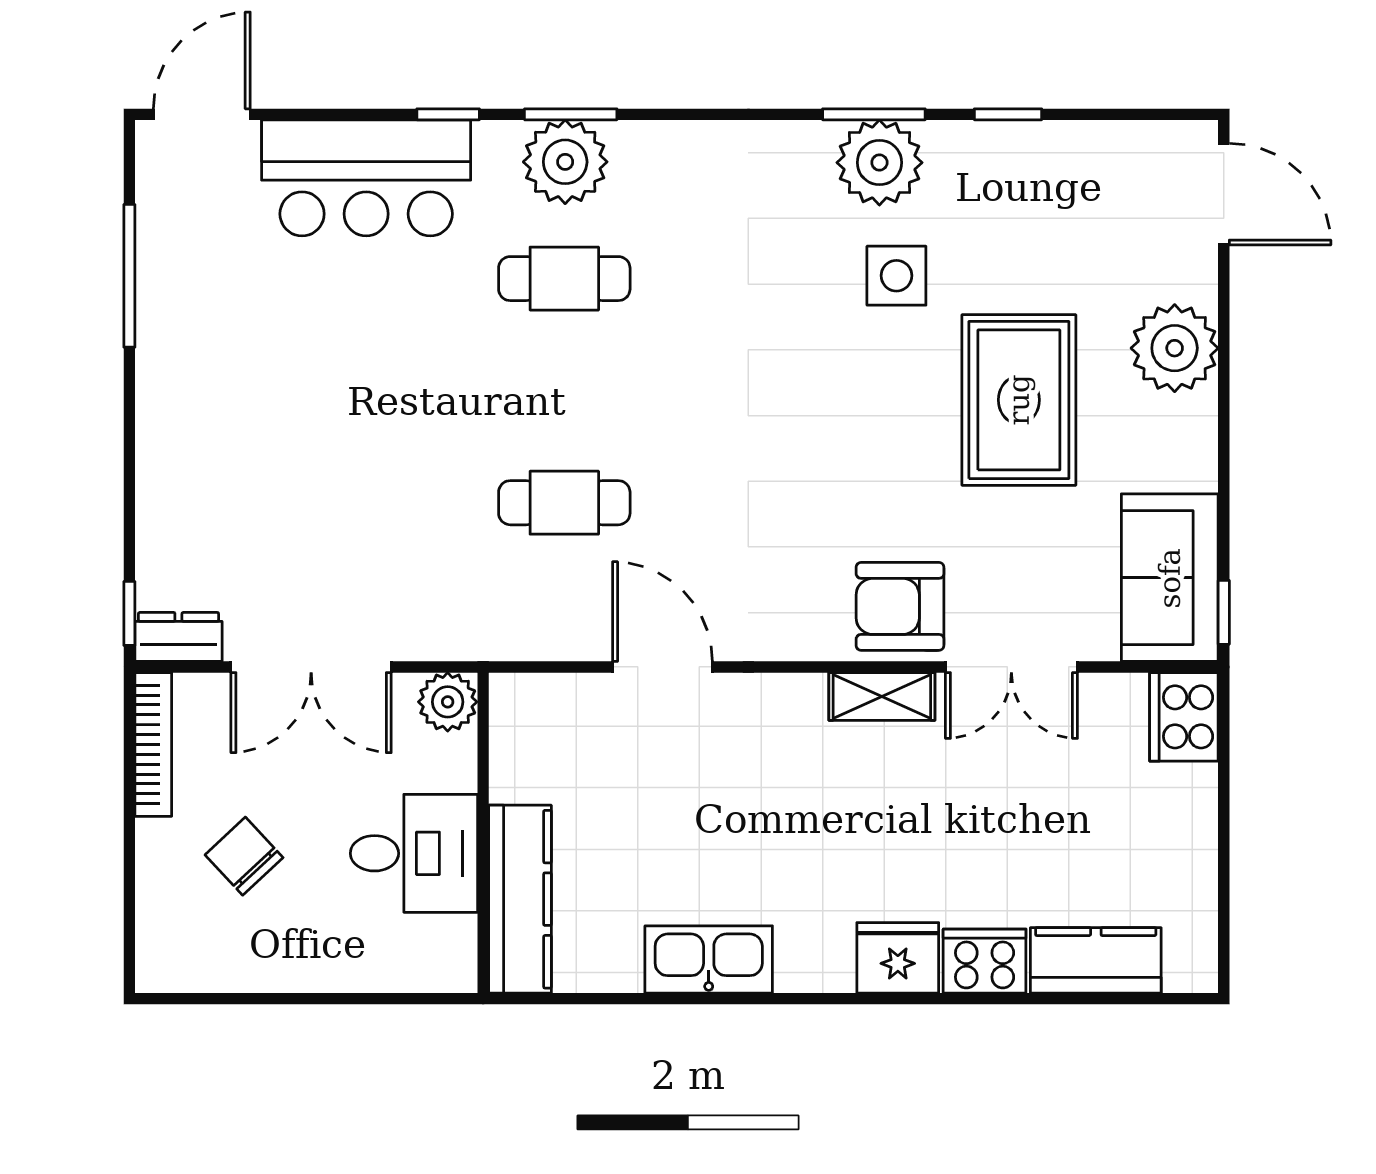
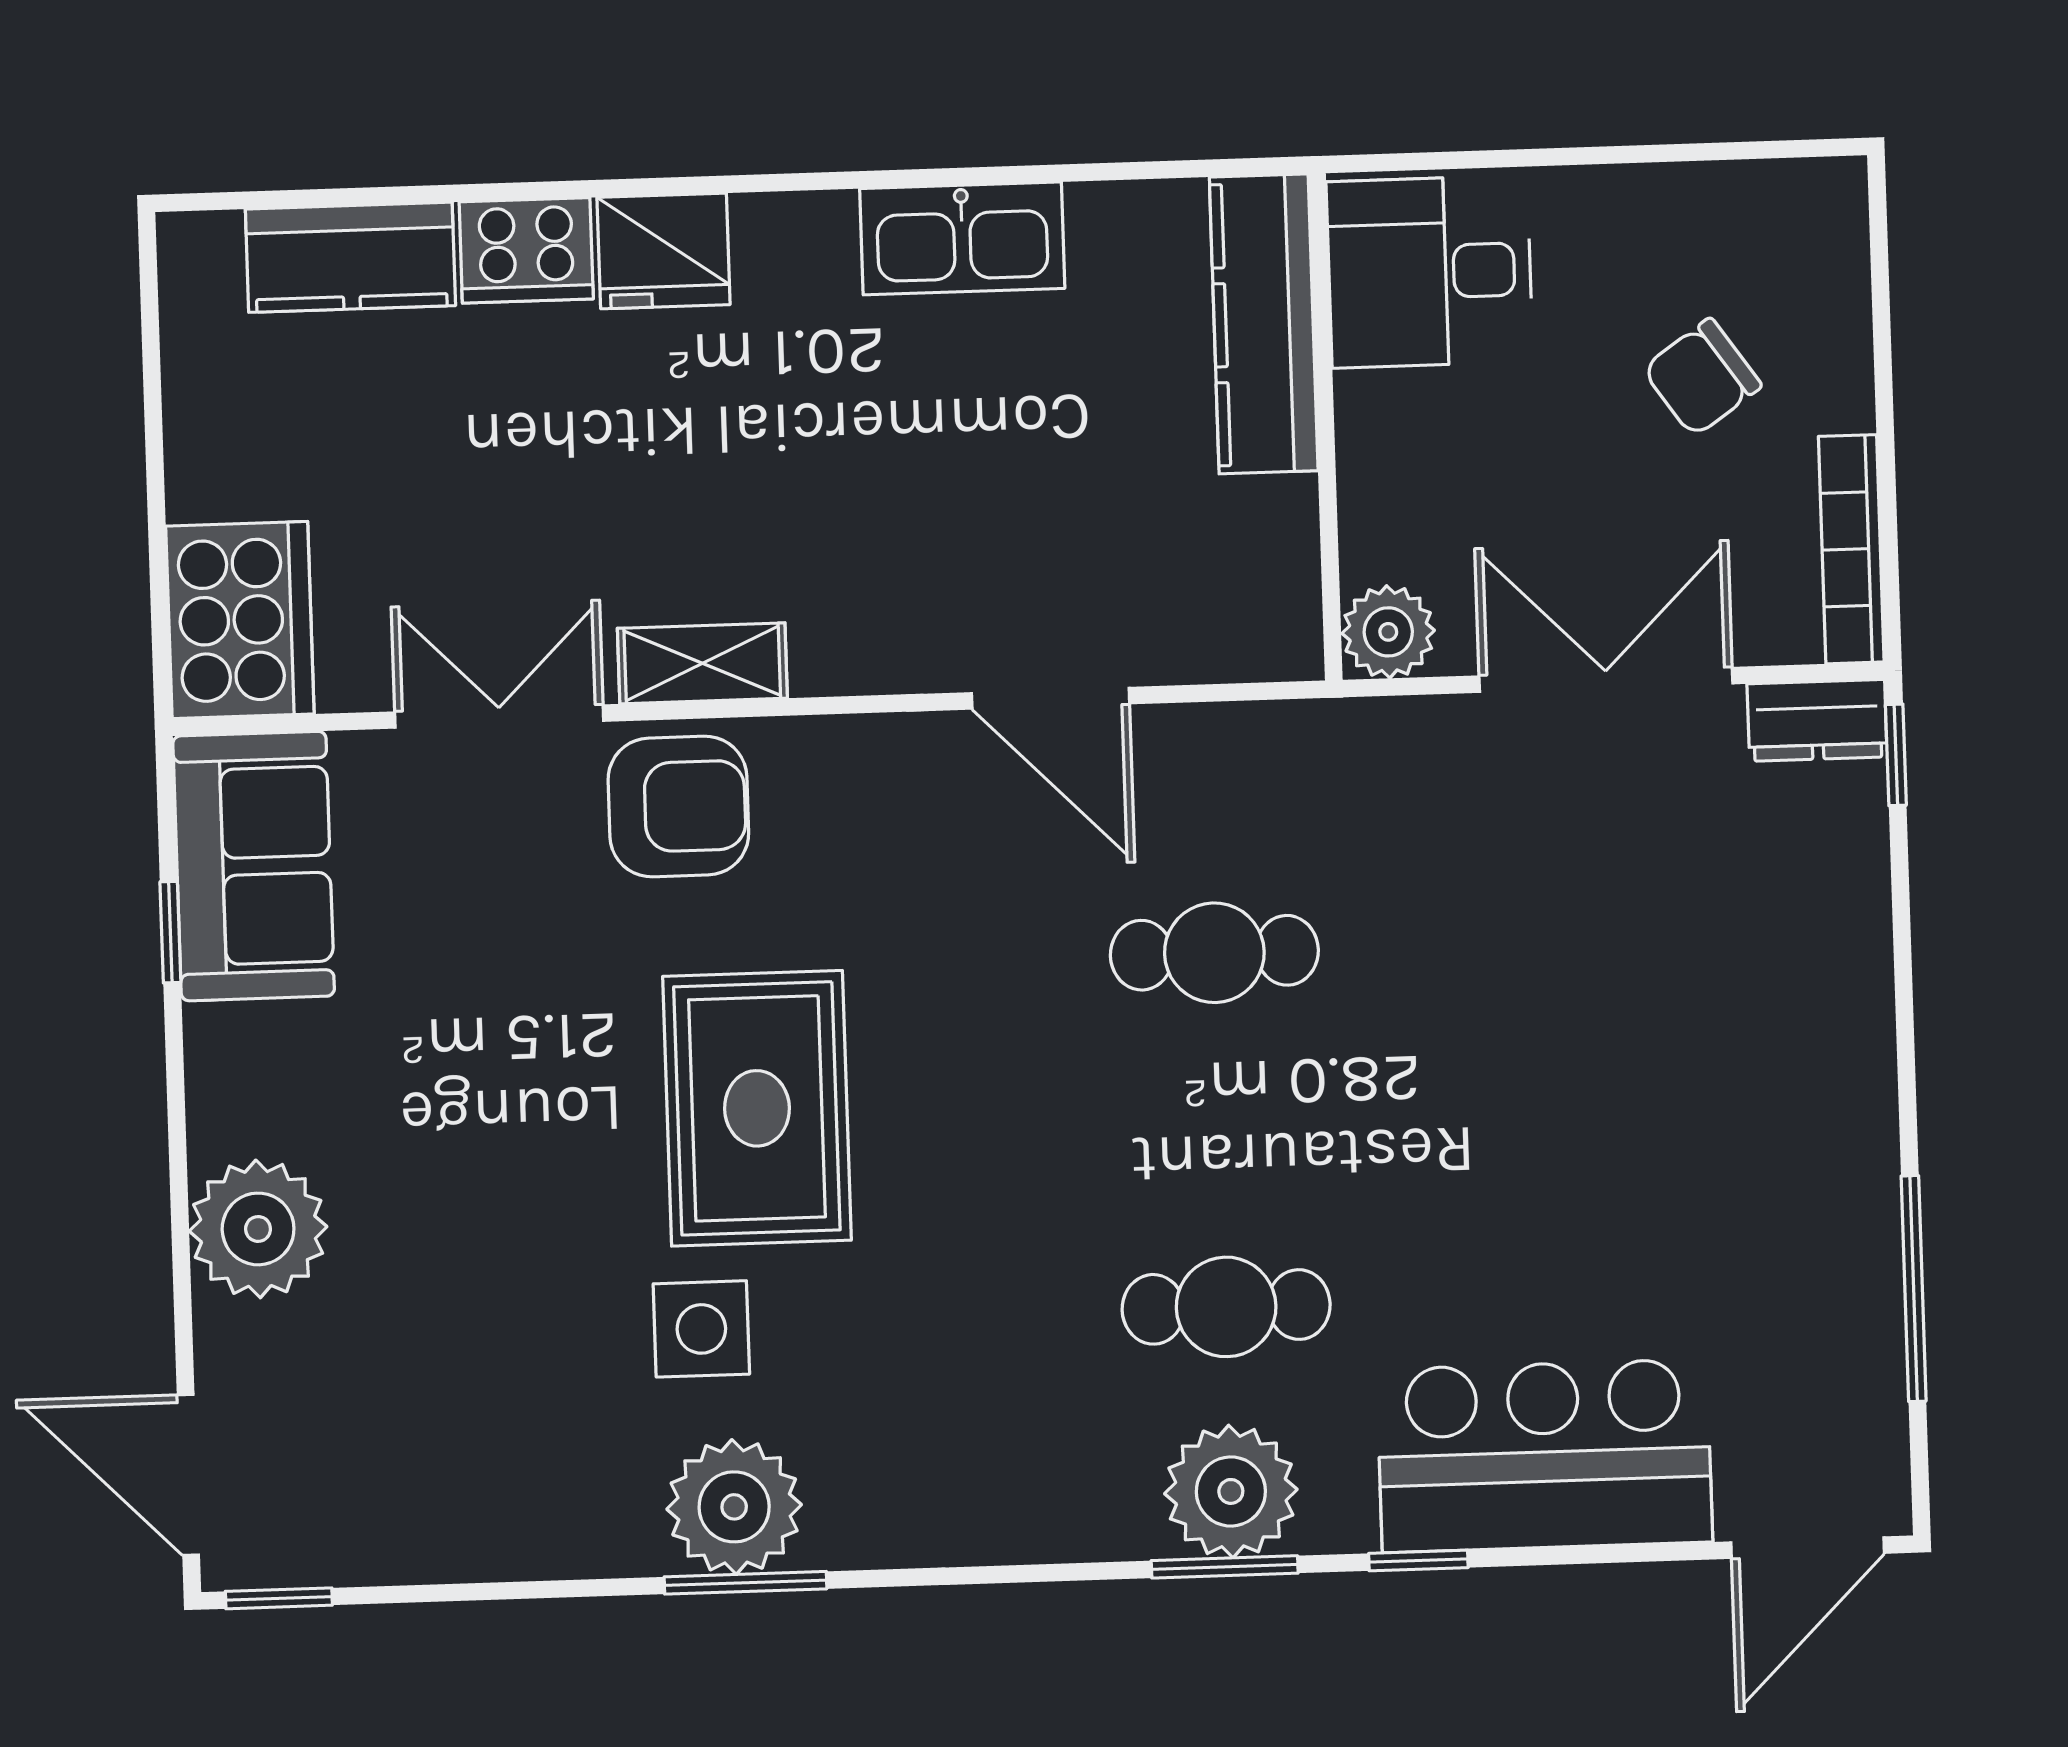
window: (1008, 114) -> (279, 1598), moved
rug: (1019, 400) -> (757, 1108), moved
window: (1224, 612) -> (170, 932), moved
cooker: (1184, 717) -> (240, 620), width x1.37, depth x1.31
desk: (414, 853) -> (1430, 272), moved
chair: (244, 856) -> (1702, 377), turned 98

